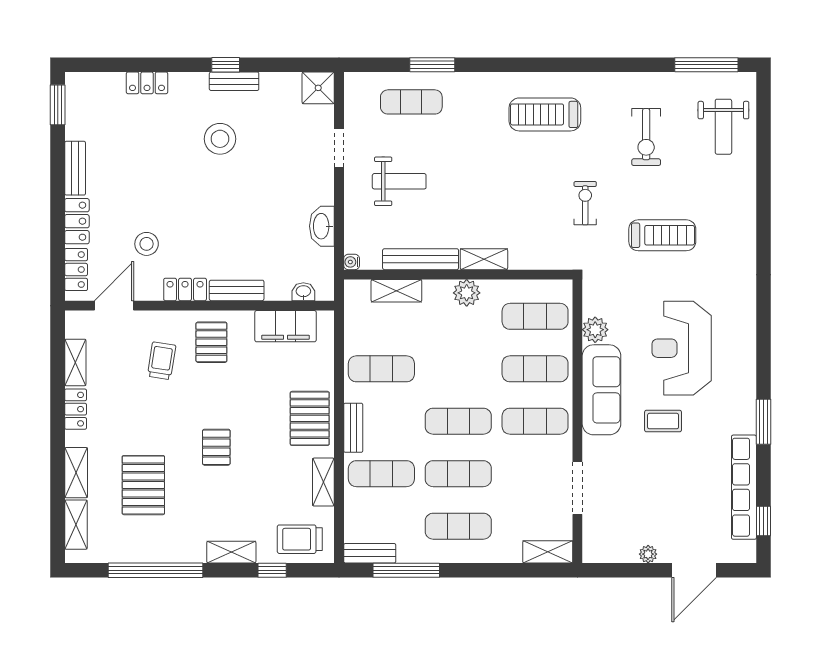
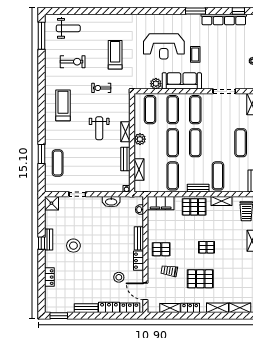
treadmill: (545, 114) -> (63, 105), turned 180
weight bench: (399, 181) -> (99, 128), moved, turned 180
bench: (421, 259) -> (125, 159), width x0.73
filing cabinet: (286, 326) -> (161, 203), moved, turned 90
exercise mat: (458, 474) -> (173, 143), moved
pallet: (143, 485) -> (200, 279), moved

